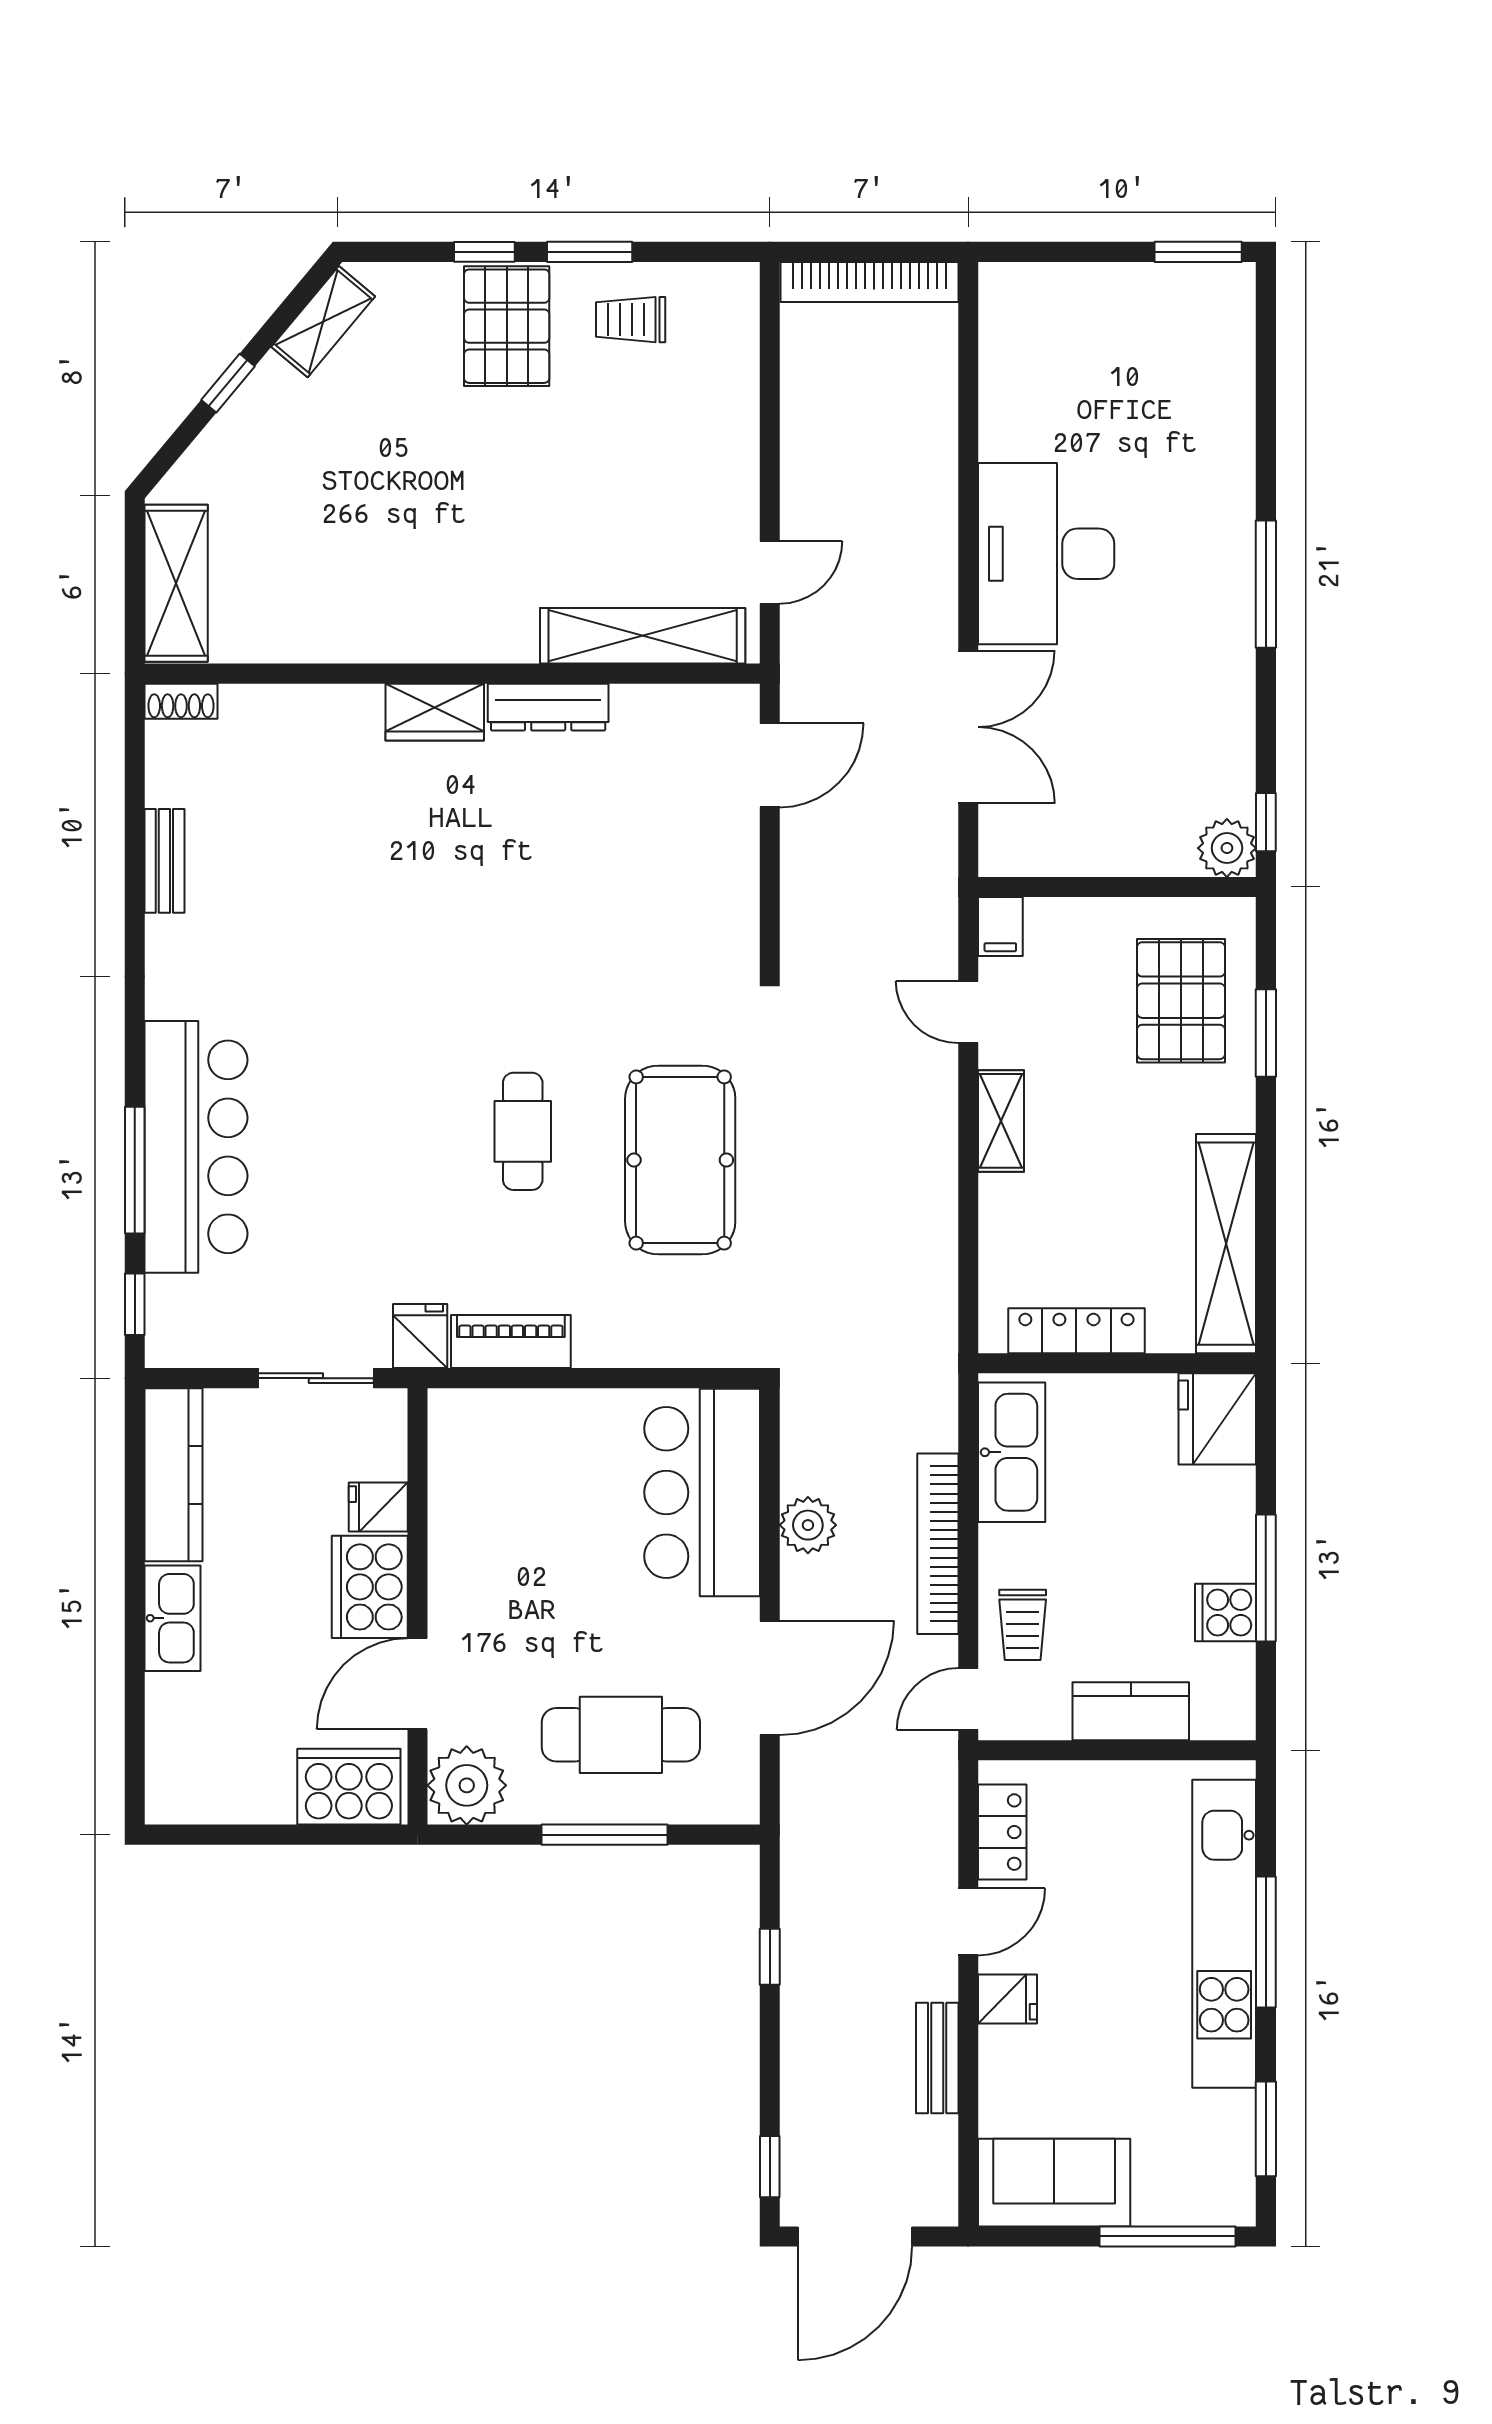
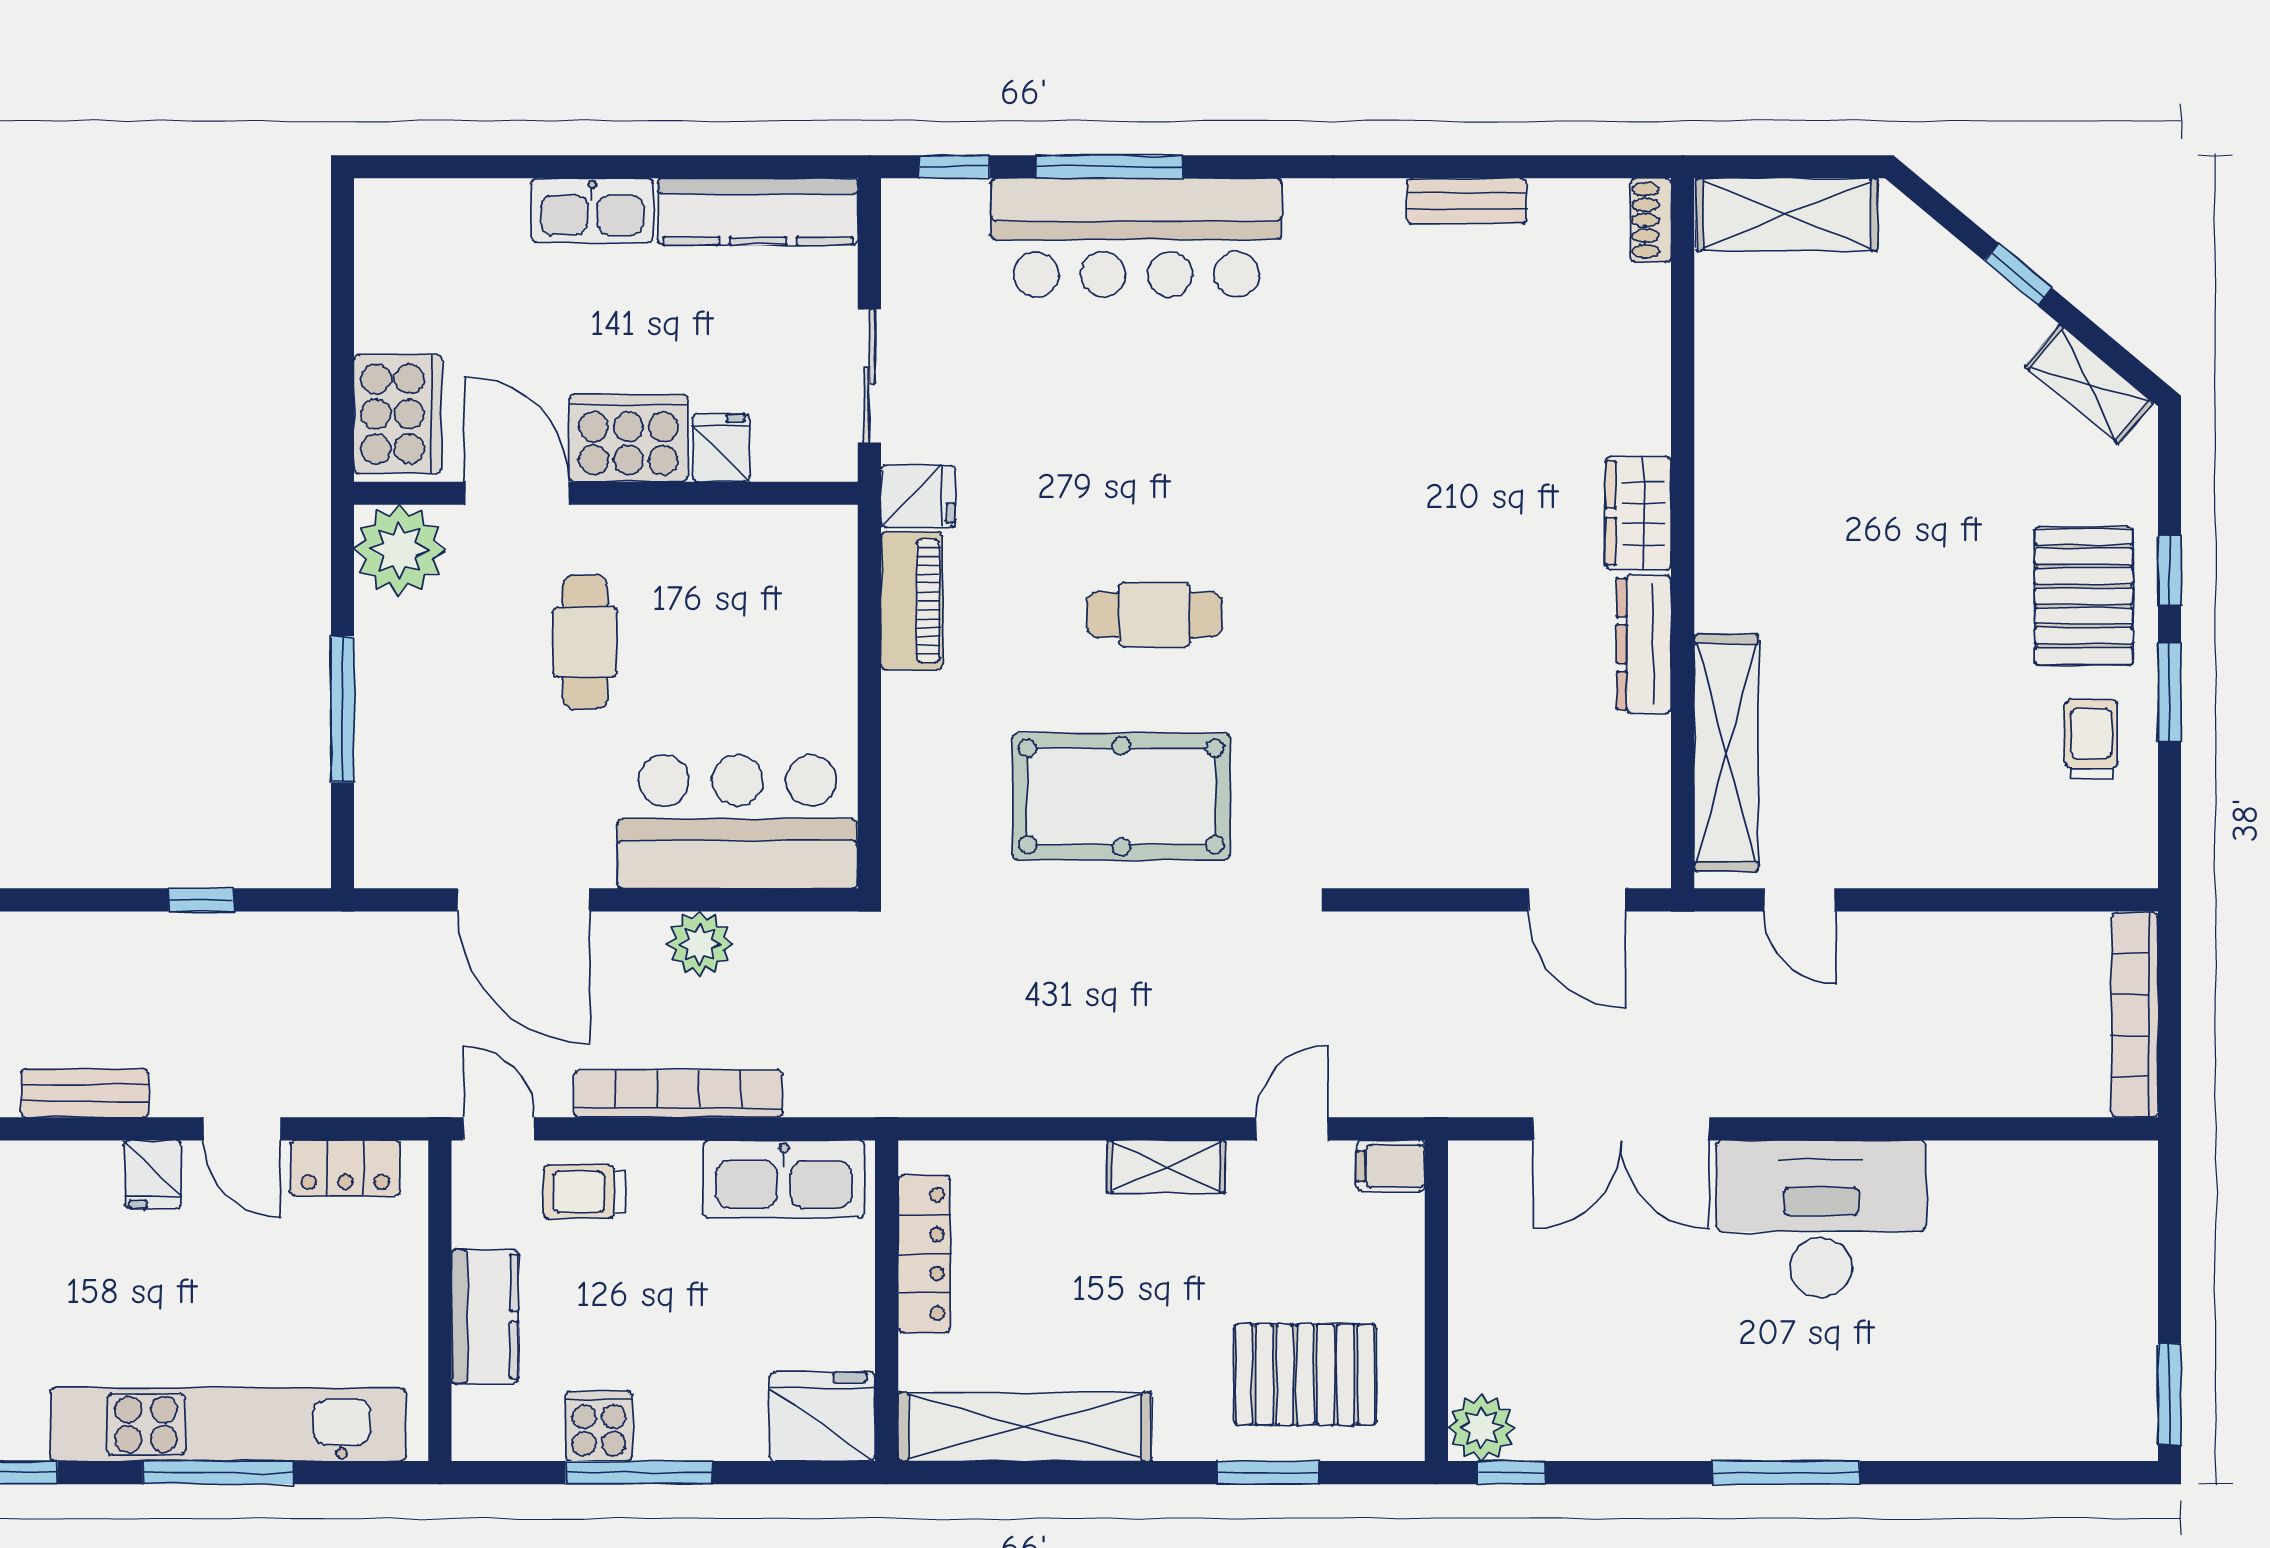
pallet: (507, 326) -> (2084, 596), turned 90
cafe table: (621, 1735) -> (585, 642), moved, width x0.73, depth x0.74

